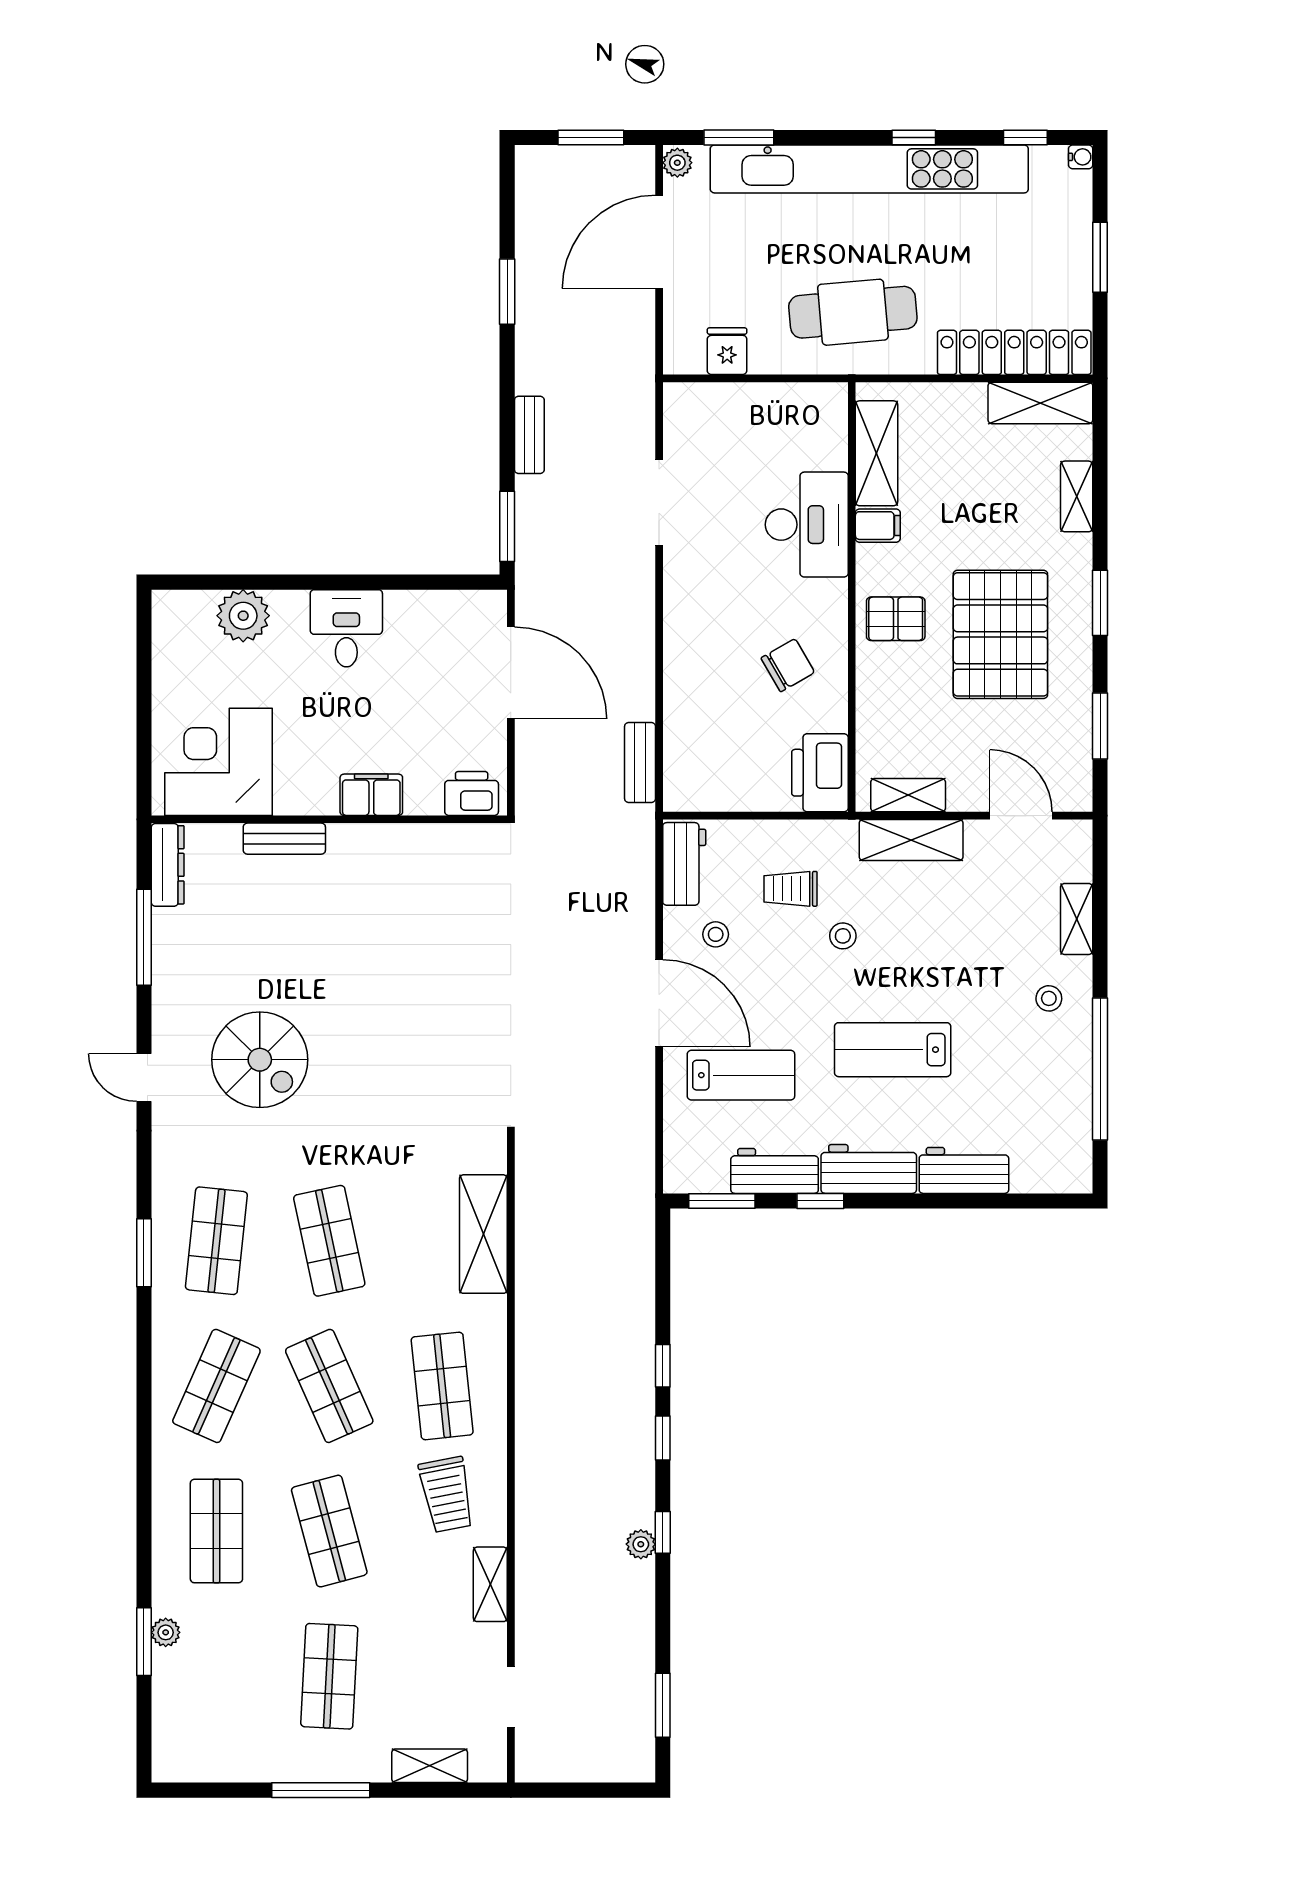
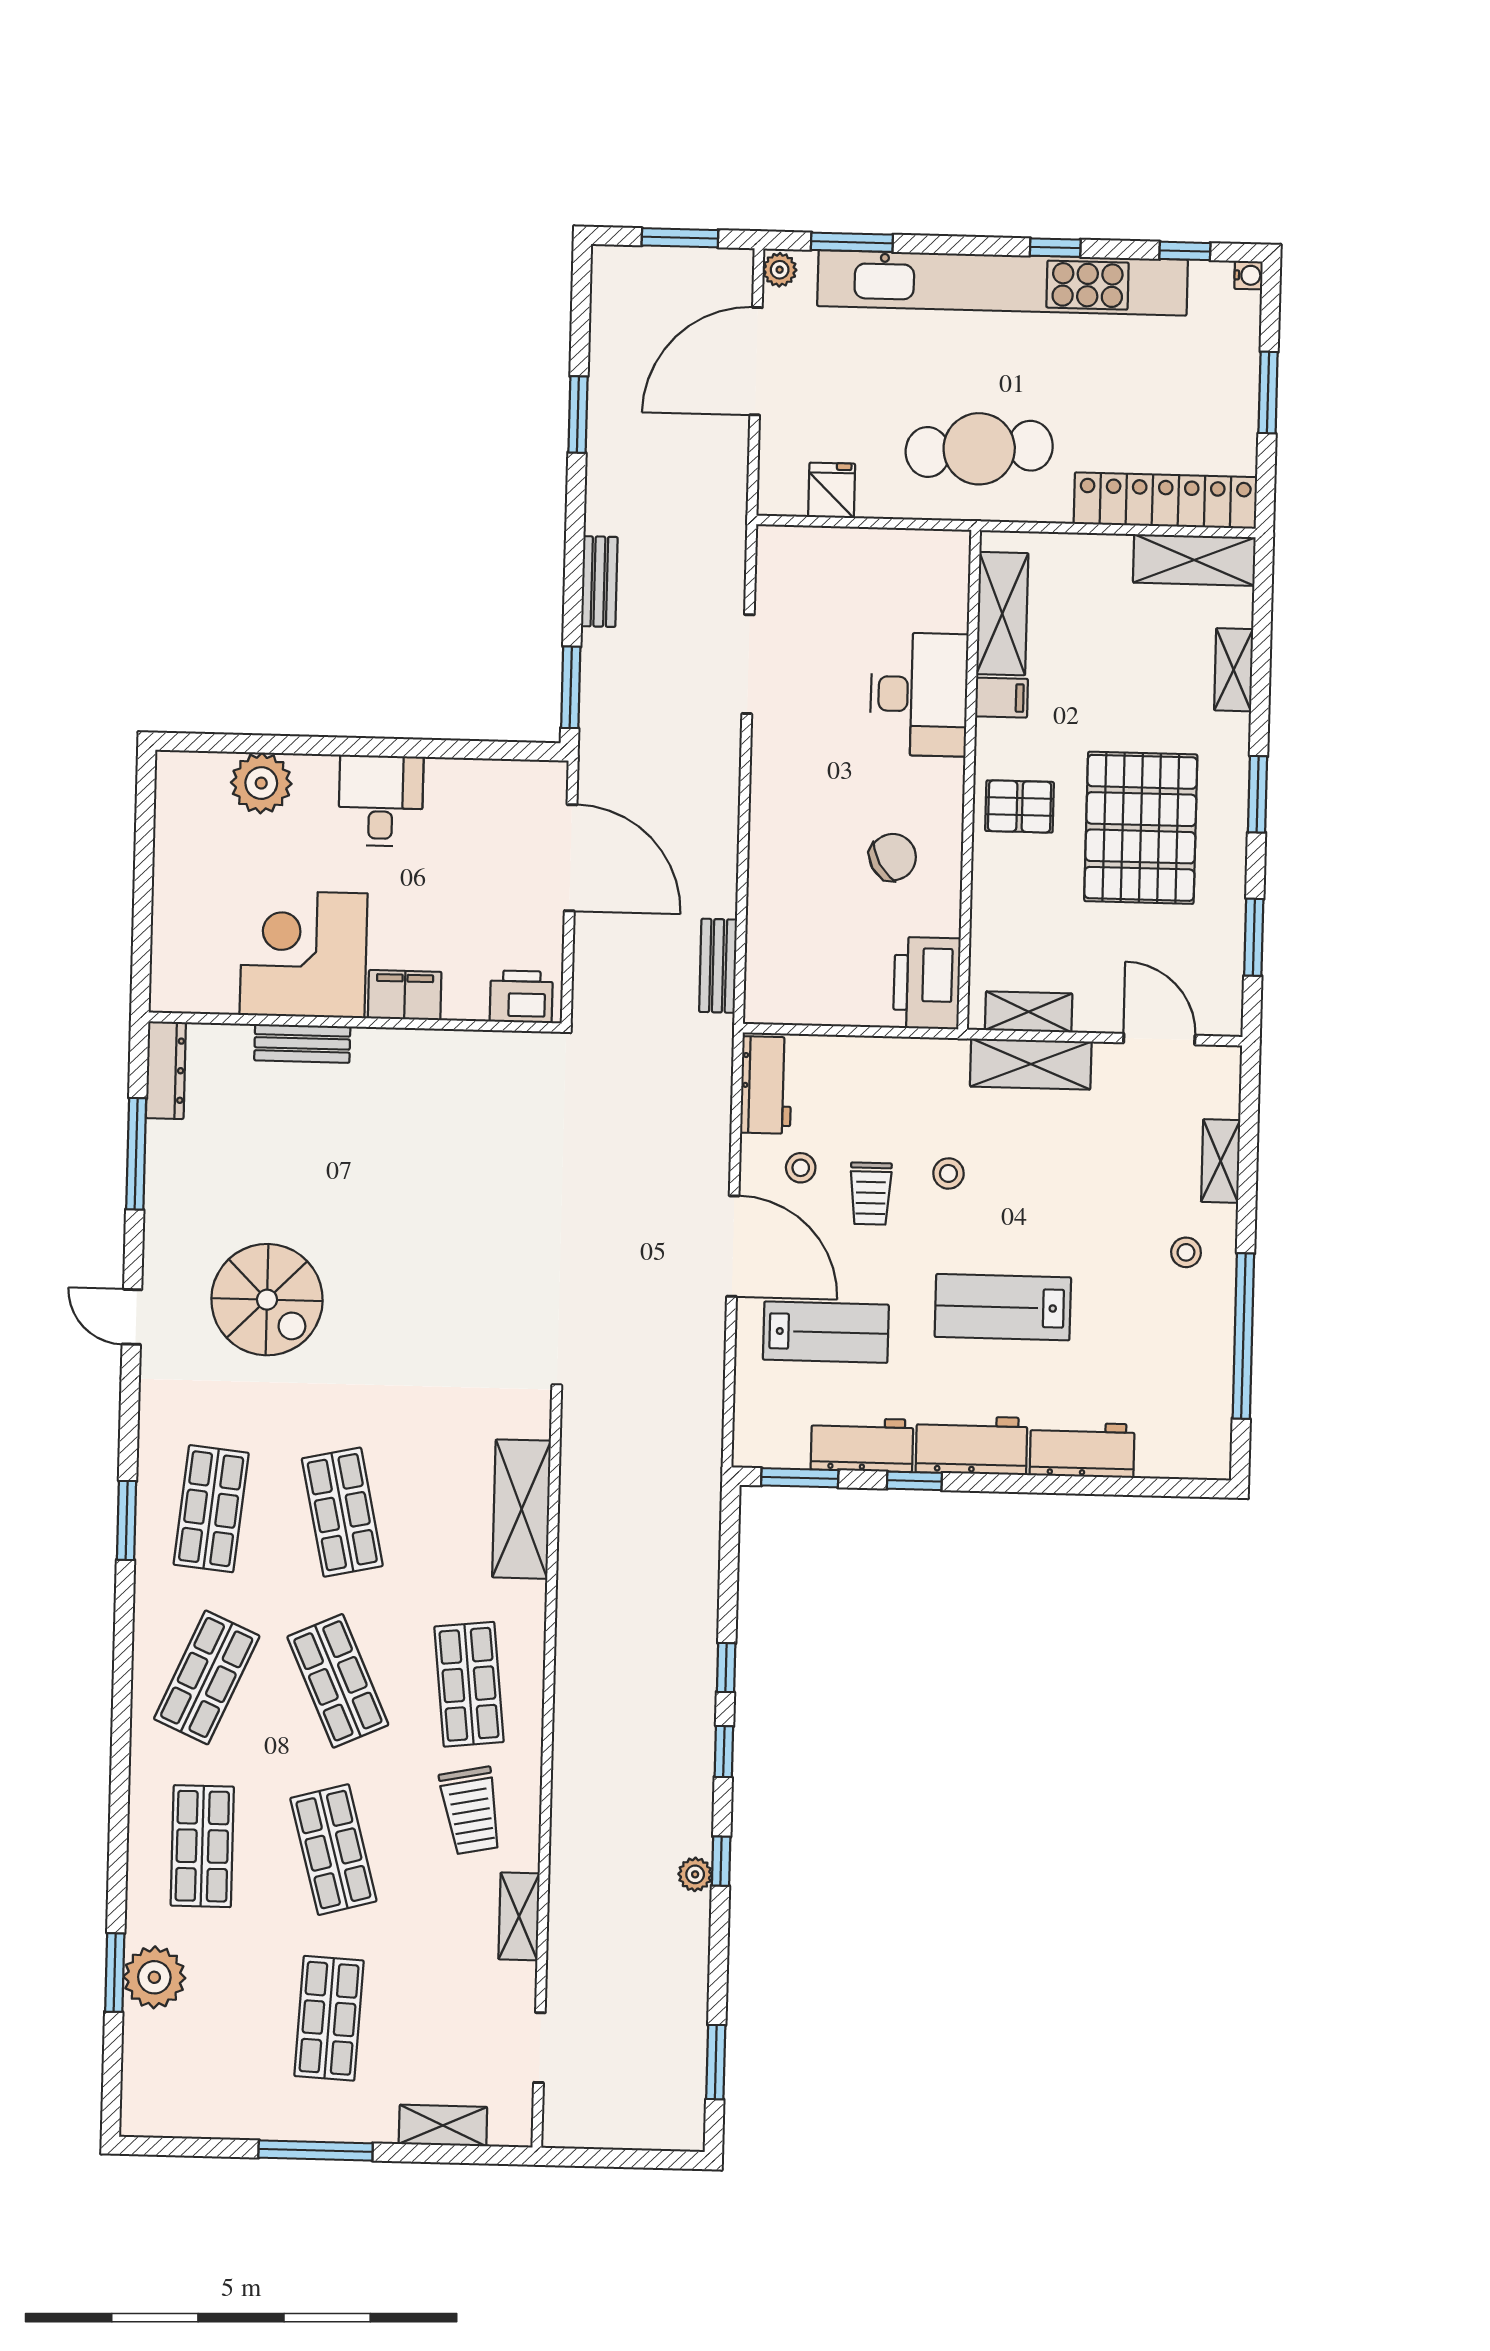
corner desk: (219, 762) -> (304, 954), moved
trolley: (791, 889) -> (871, 1194), moved, turned -90
plant: (166, 1632) -> (154, 1977), width x1.87, depth x1.87

